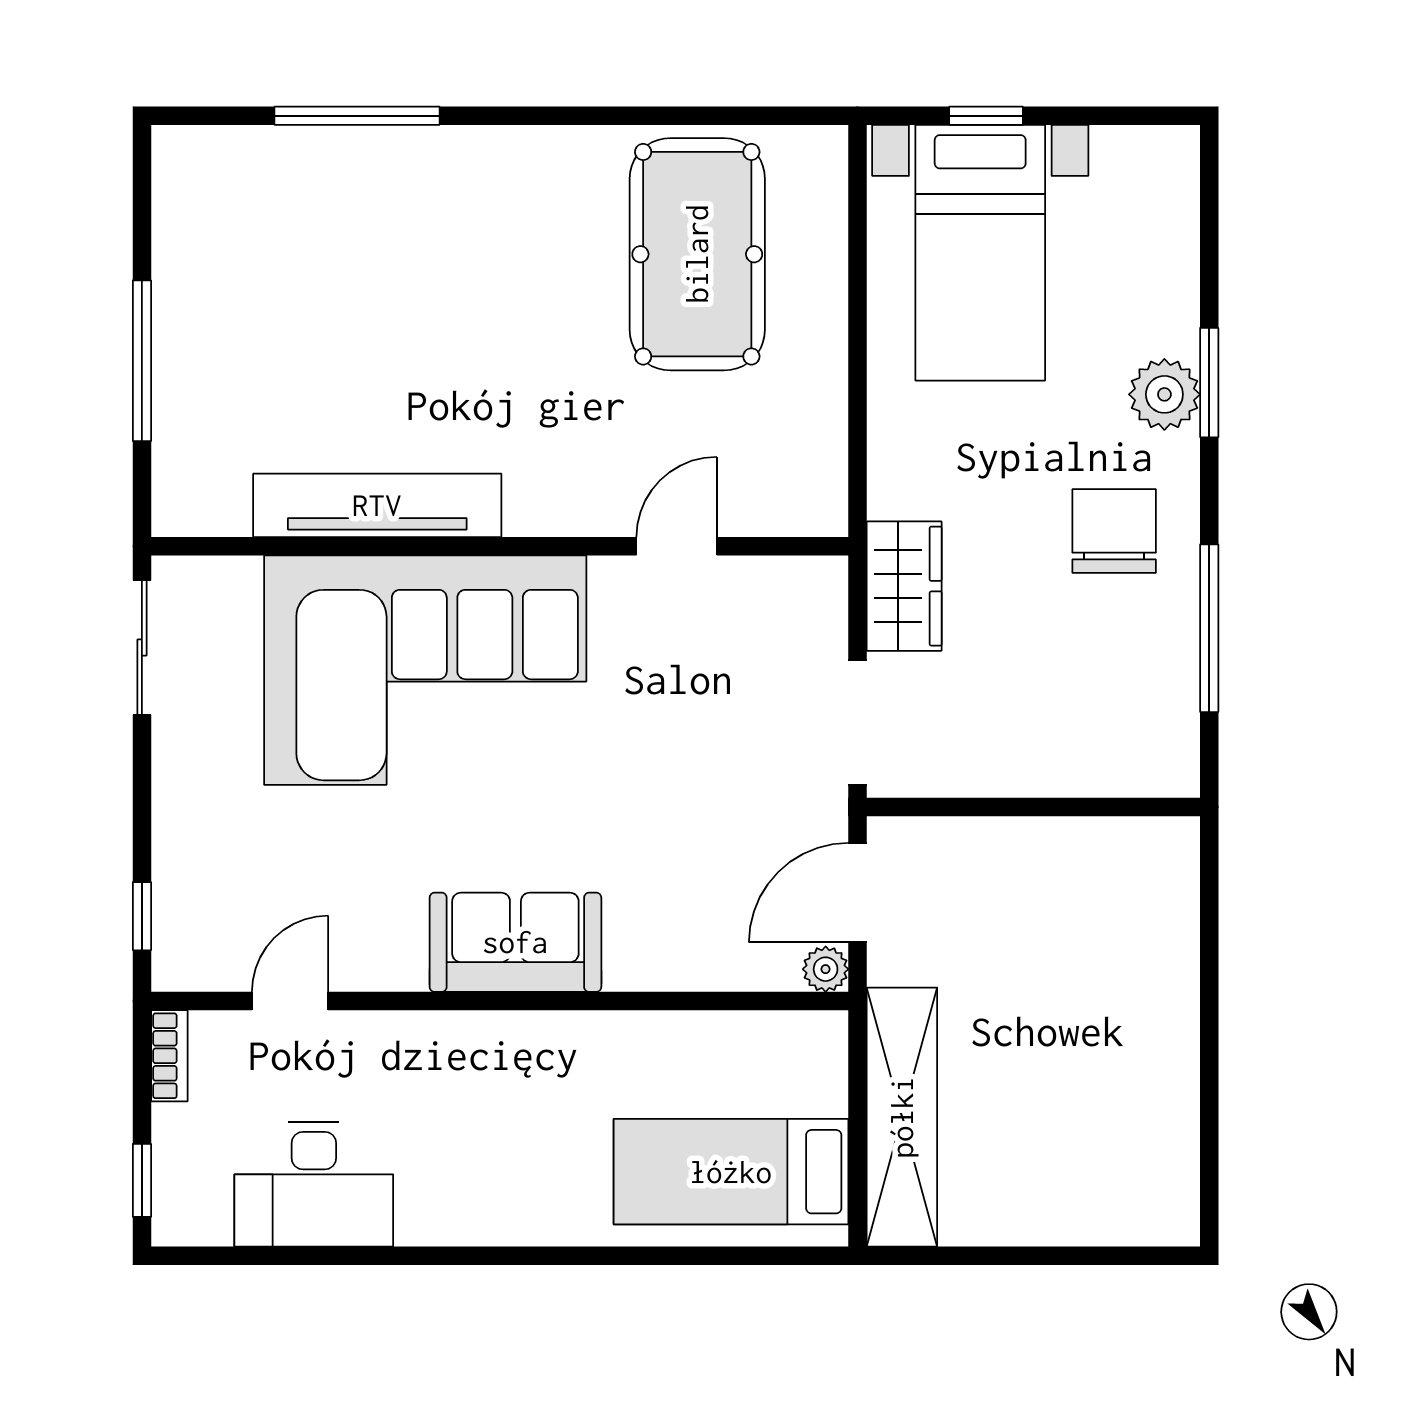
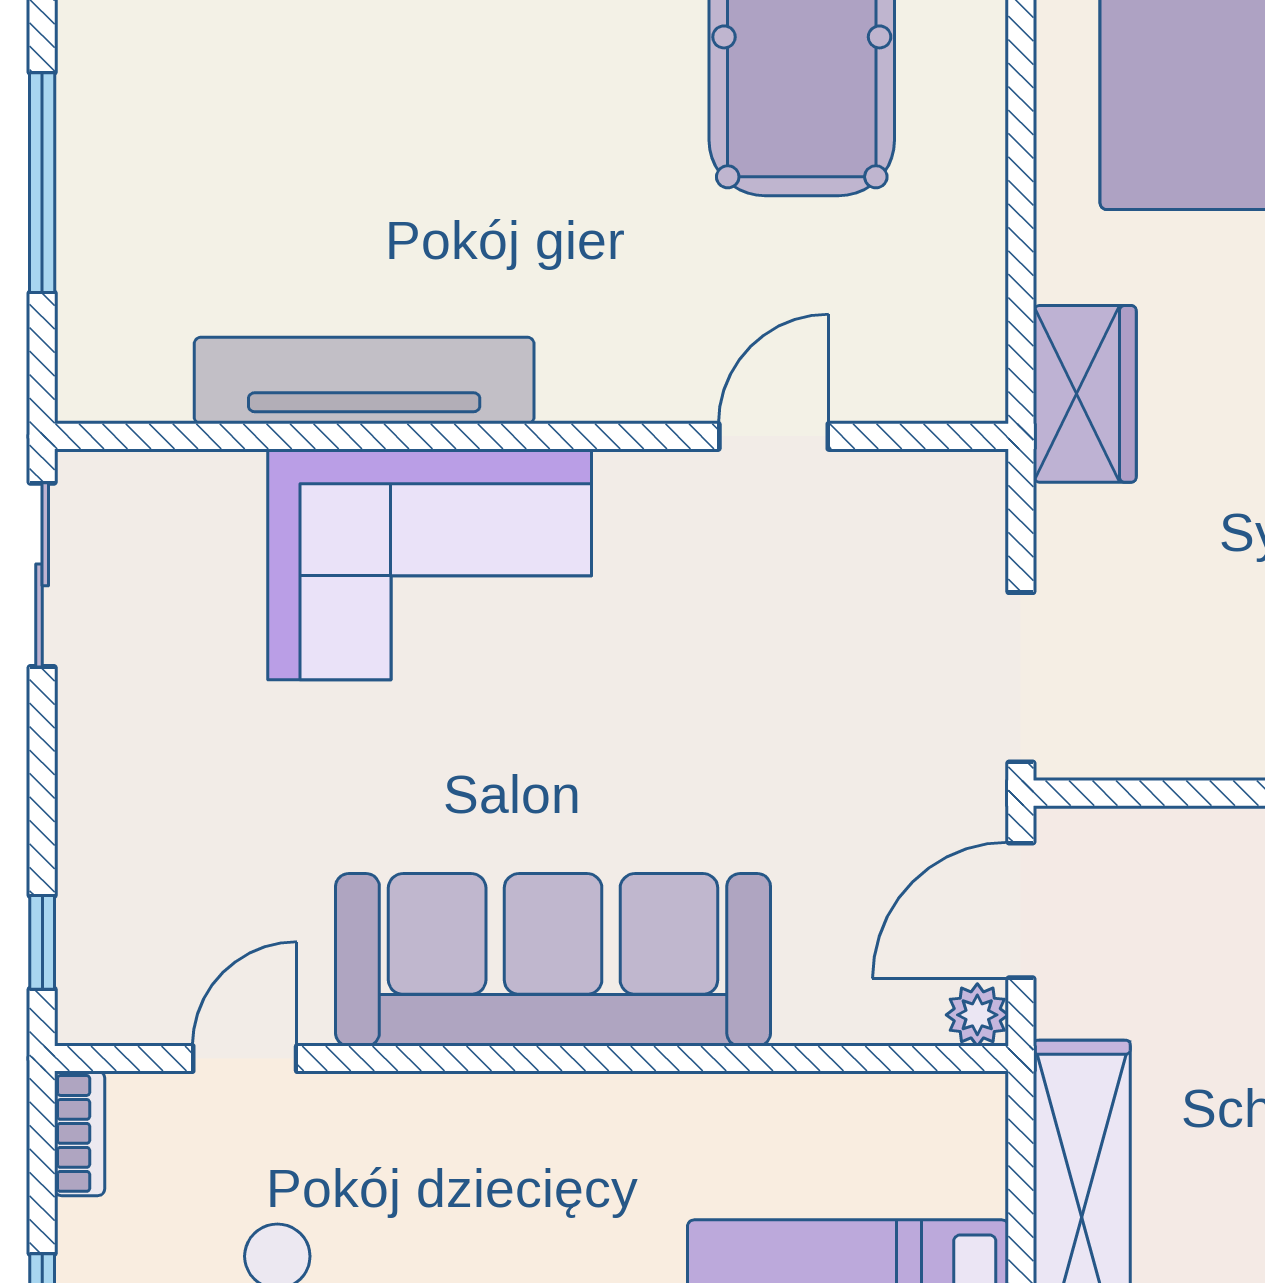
wardrobe: (904, 586) -> (1085, 394), moved
corner sofa: (425, 670) -> (430, 564), width x0.73, depth x0.74
sofa: (515, 942) -> (553, 960), width x1.85, depth x1.27

